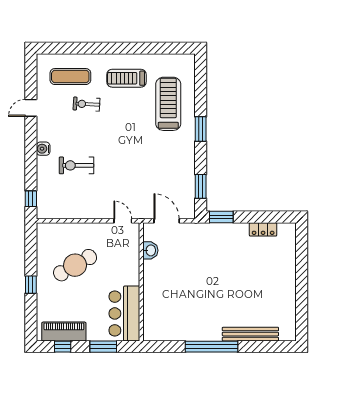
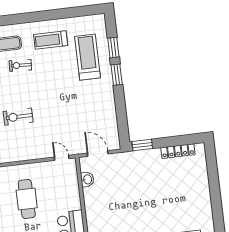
window: (201, 186) -> (113, 48), moved
locker: (263, 229) -> (178, 151), width x1.53
cafe table: (75, 265) -> (27, 199), turned -60

